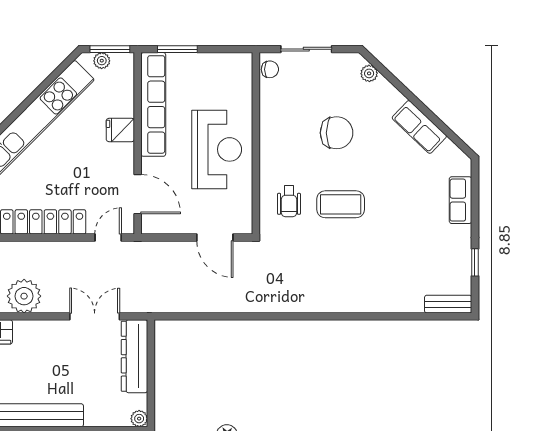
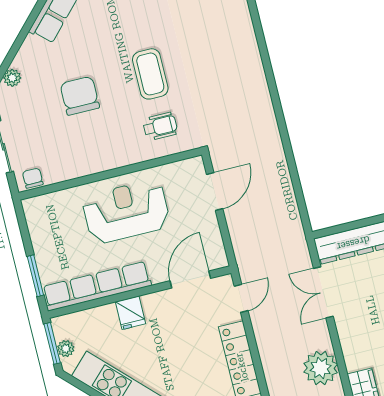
door: (108, 238) -> (241, 298), swing flipped

